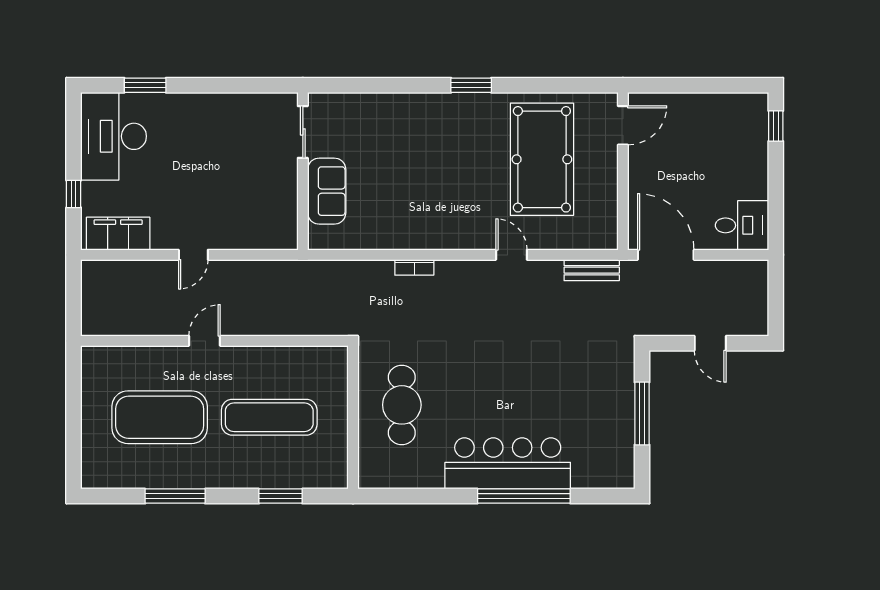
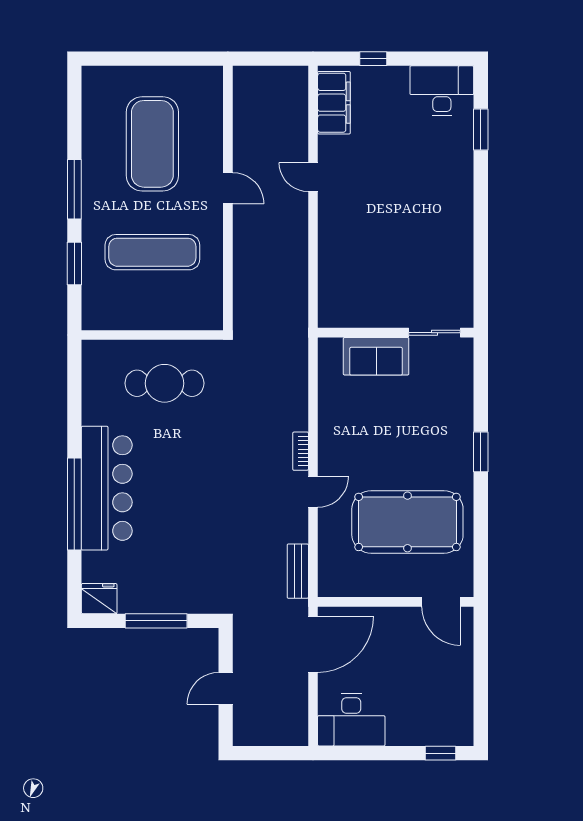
sliding door: (303, 132) -> (435, 333), moved
desk: (114, 136) -> (442, 91), width x0.73, depth x0.77
wall: (303, 171) -> (396, 333), moved
sofa: (327, 191) -> (376, 356), moved
desk: (742, 225) -> (351, 720), width x1.37
bookcase: (414, 267) -> (301, 451), moved
exercise mat: (269, 417) -> (152, 252), turned 90
fridge: (619, 471) -> (99, 599), added
window: (175, 496) -> (74, 189), moved

